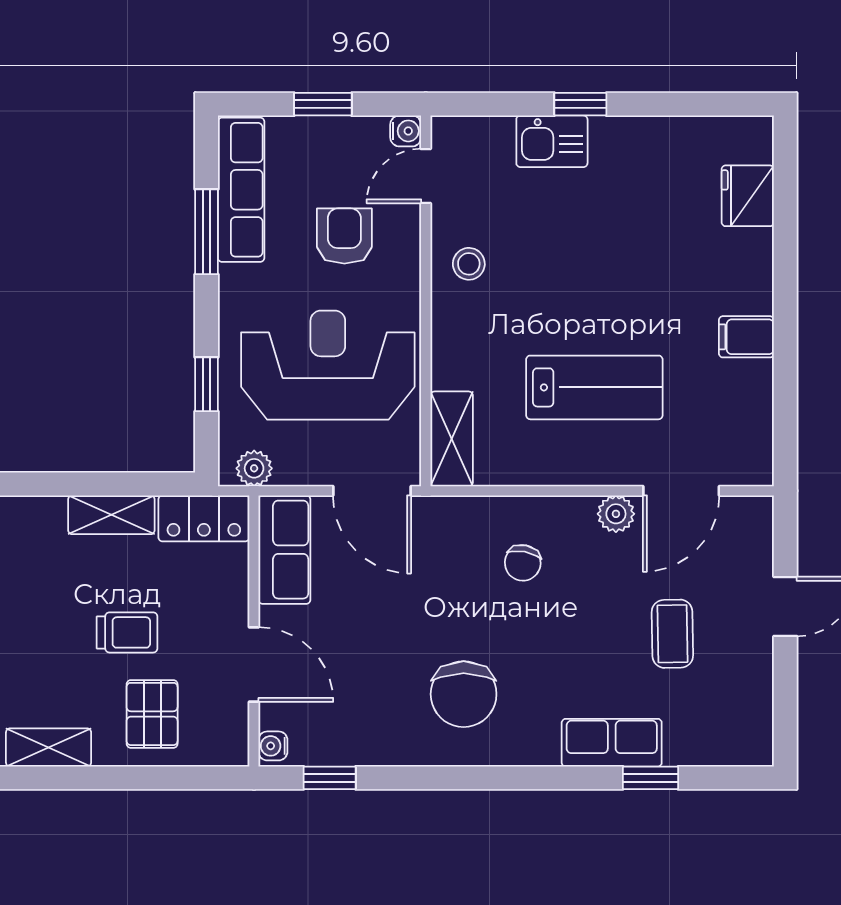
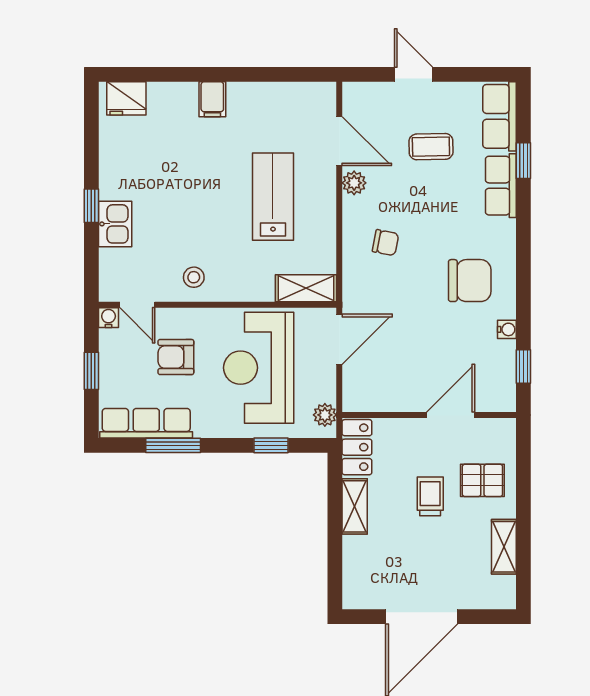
fridge: (748, 196) -> (126, 98), moved
filing cabinet: (746, 337) -> (212, 99), moved
row of seats: (284, 550) -> (500, 116), moved, turned -90
water cooler: (273, 746) -> (507, 329), moved, turned -90

